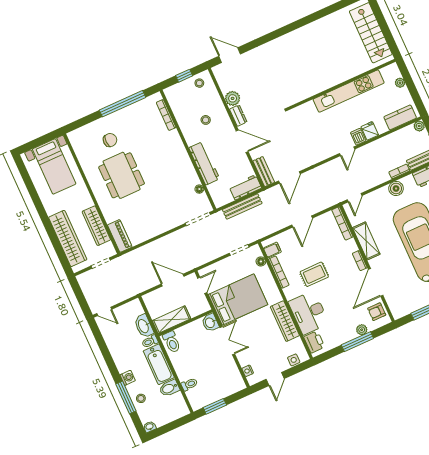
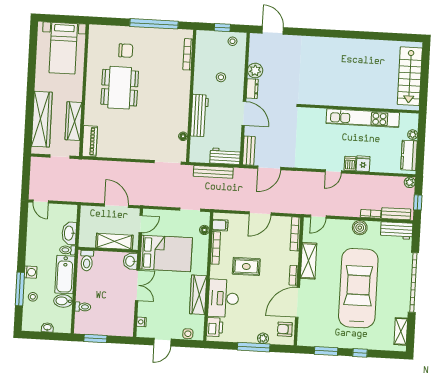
kitchen counter: (400, 117) -> (409, 155), moved, turned -90
shelving: (171, 320) -> (114, 241), moved
washbasin: (150, 427) -> (47, 327), moved

